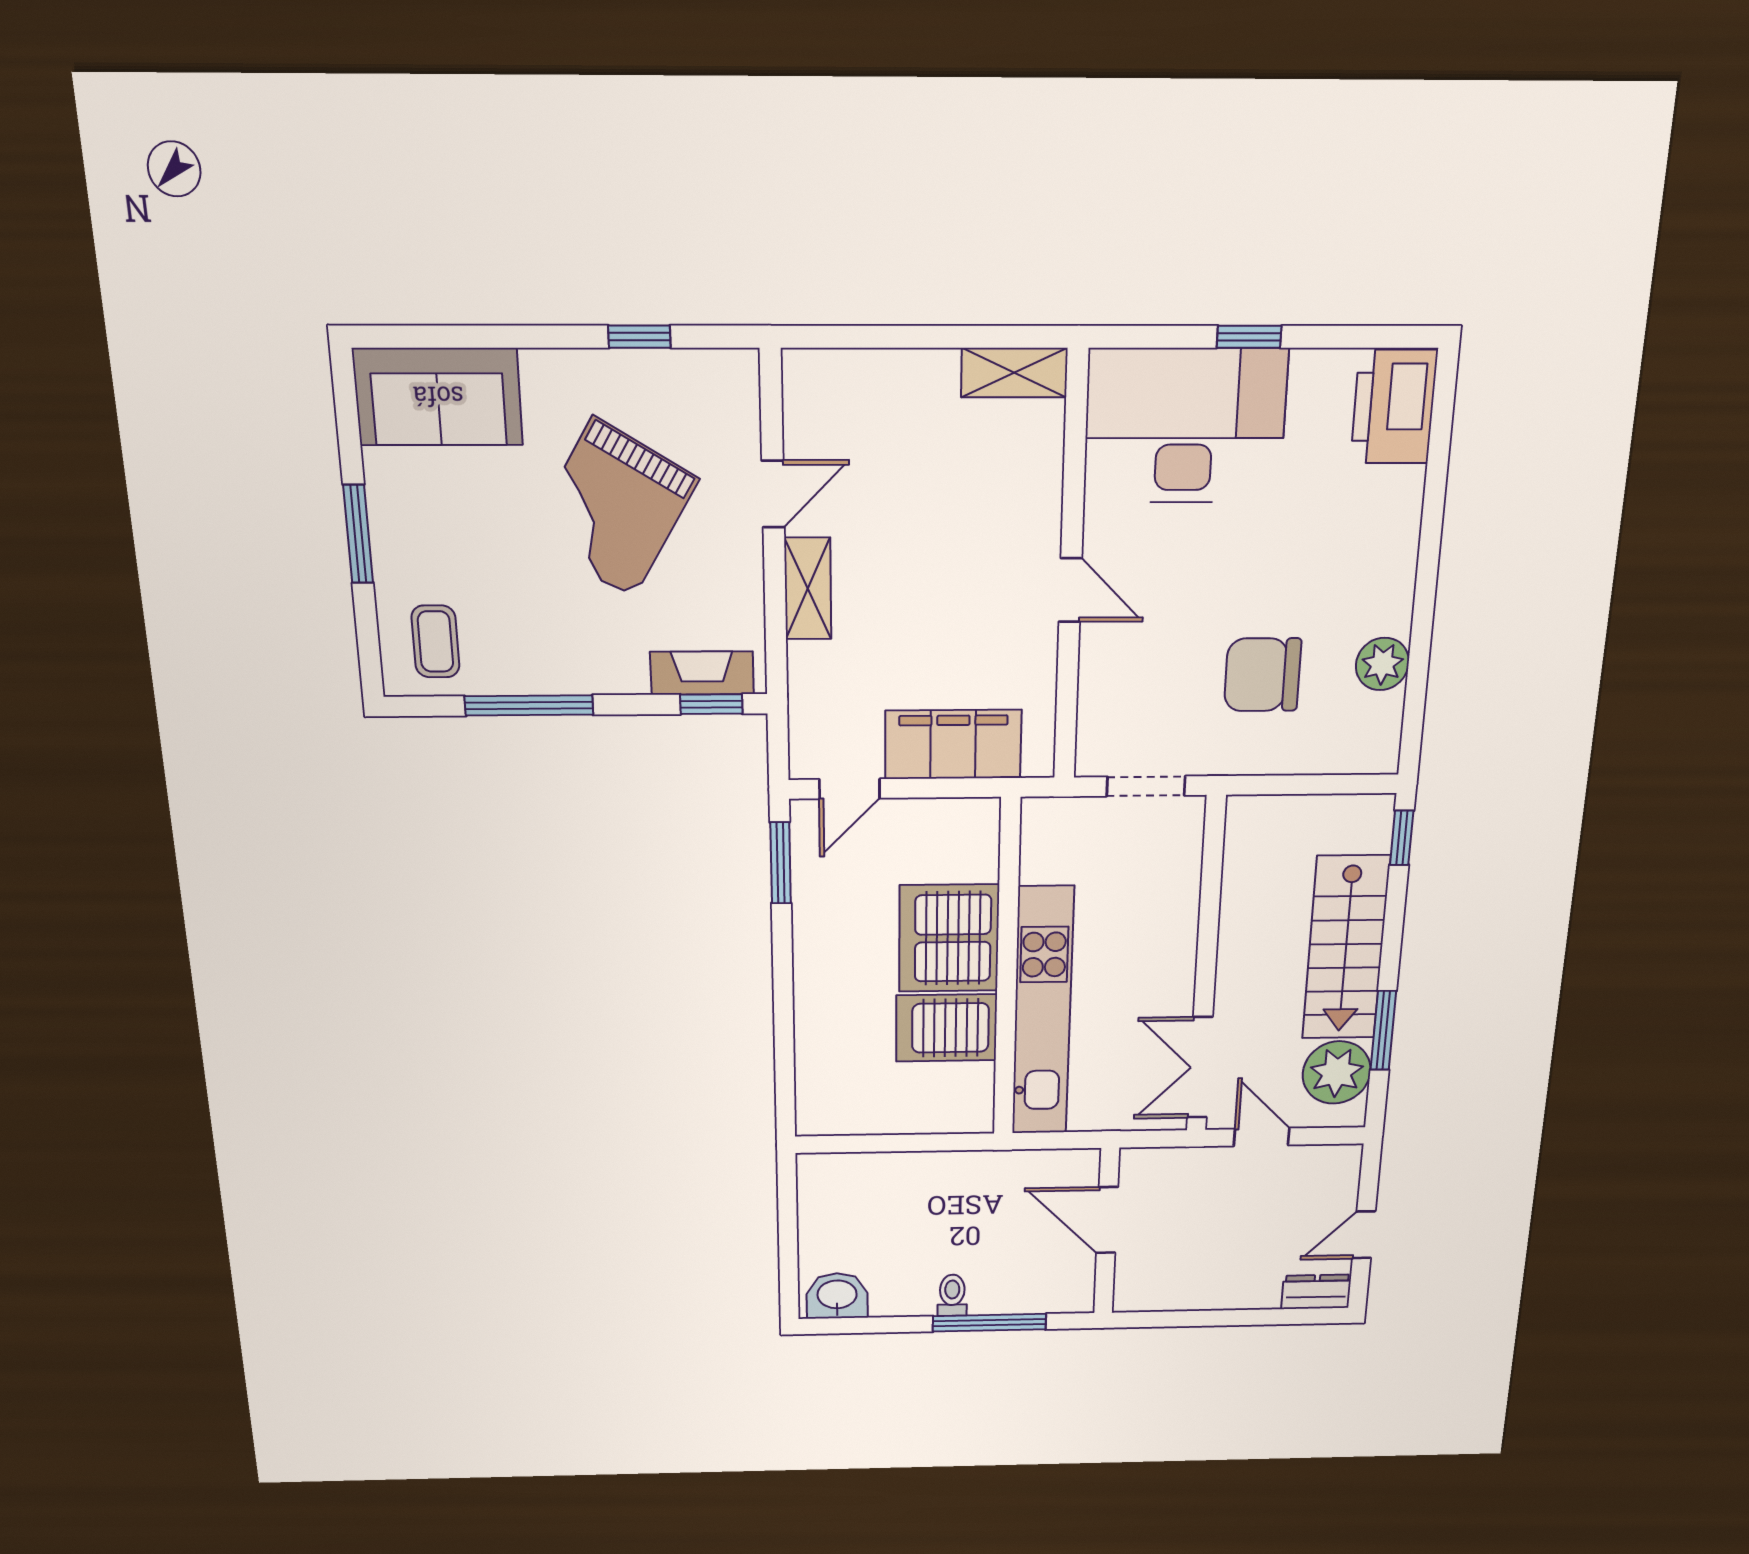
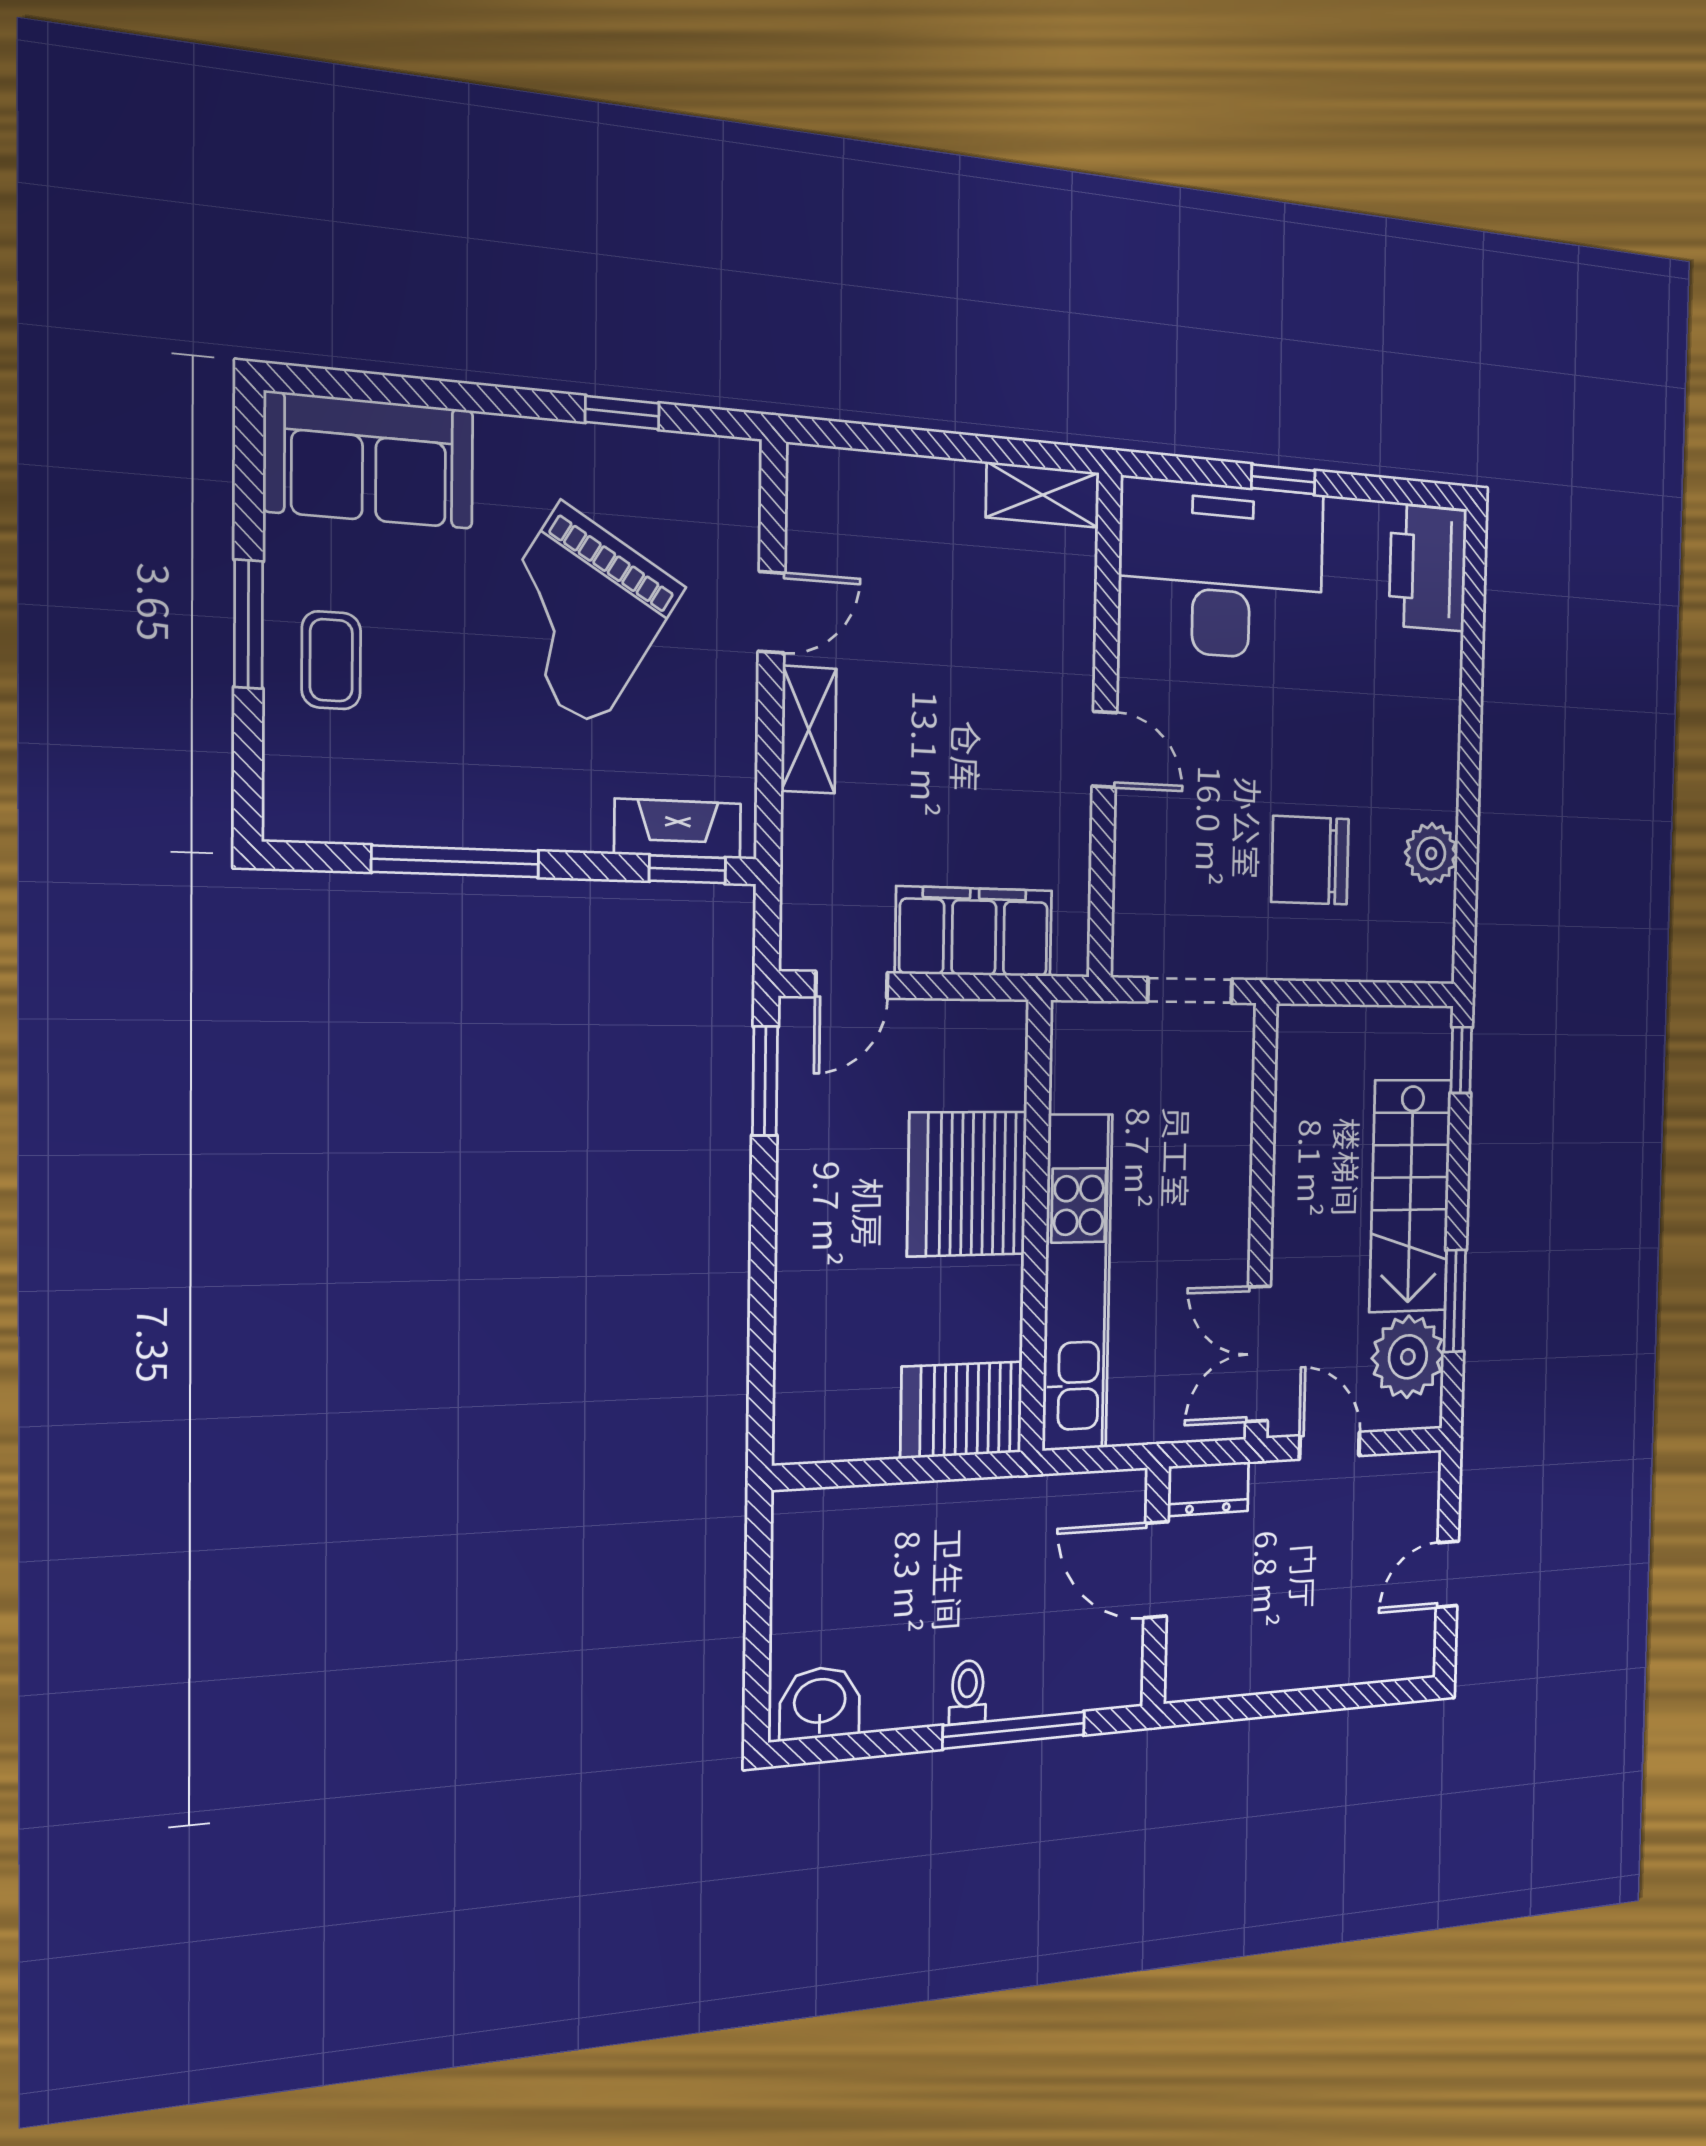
coffee table: (435, 641) -> (331, 660), moved
server rack: (946, 1028) -> (962, 1410), moved
dresser: (1316, 1292) -> (1208, 1489), moved, turned 180

